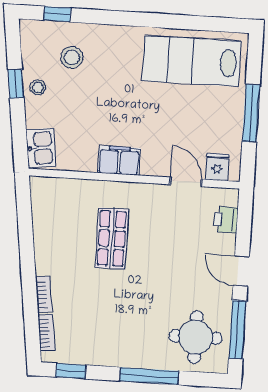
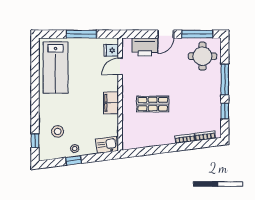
printer: (226, 220) -> (145, 47), width x1.87, depth x1.48
window: (71, 371) -> (225, 111), moved

